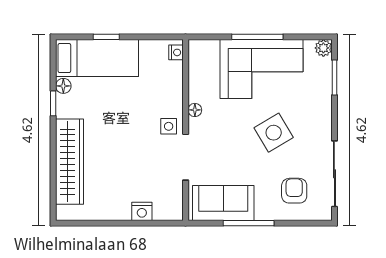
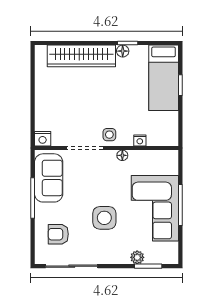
plant: (323, 48) -> (137, 257), moved
nightstand: (176, 52) -> (140, 140), moved
floor lamp: (63, 86) -> (123, 51), moved
side table: (274, 133) -> (104, 218), turned 31
armchair: (294, 191) -> (58, 234), turned 180
nightstand: (142, 211) -> (43, 139), moved, turned -90

